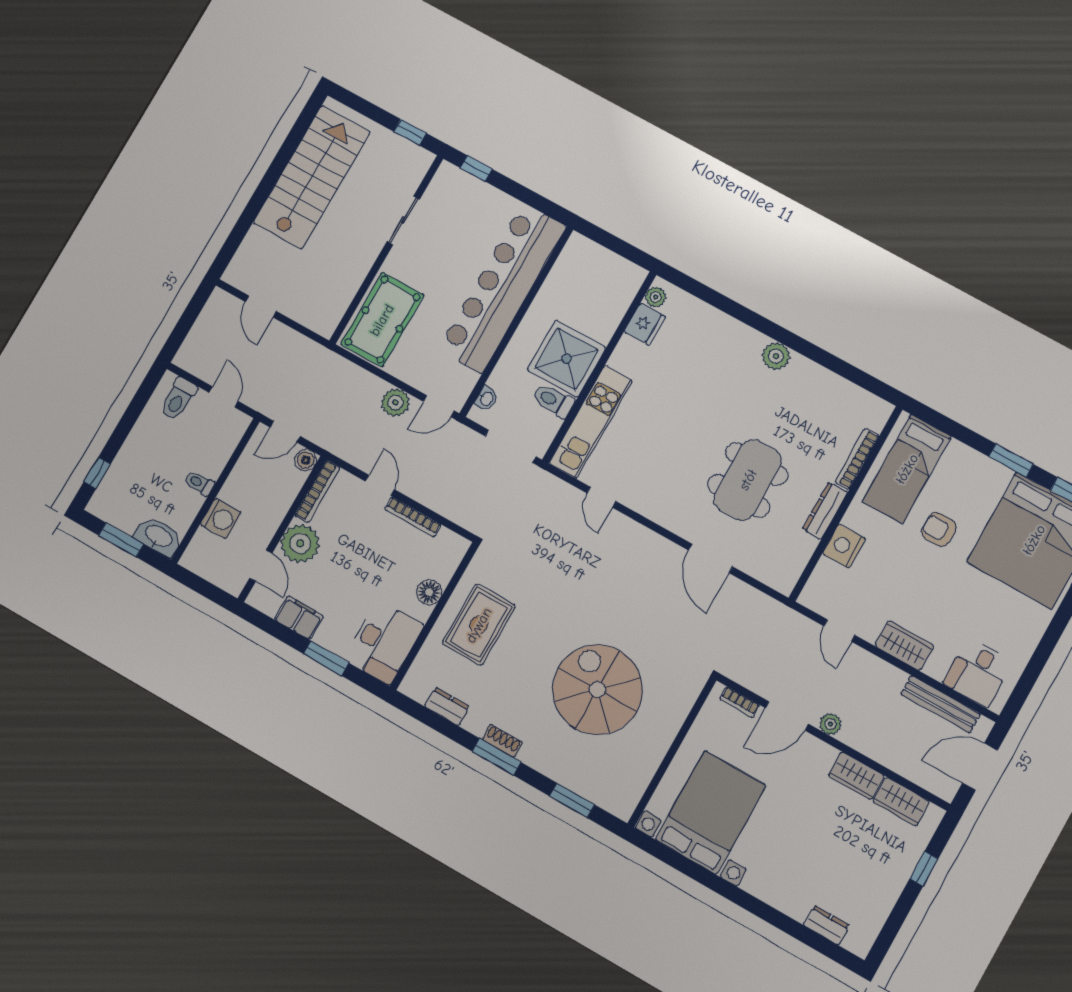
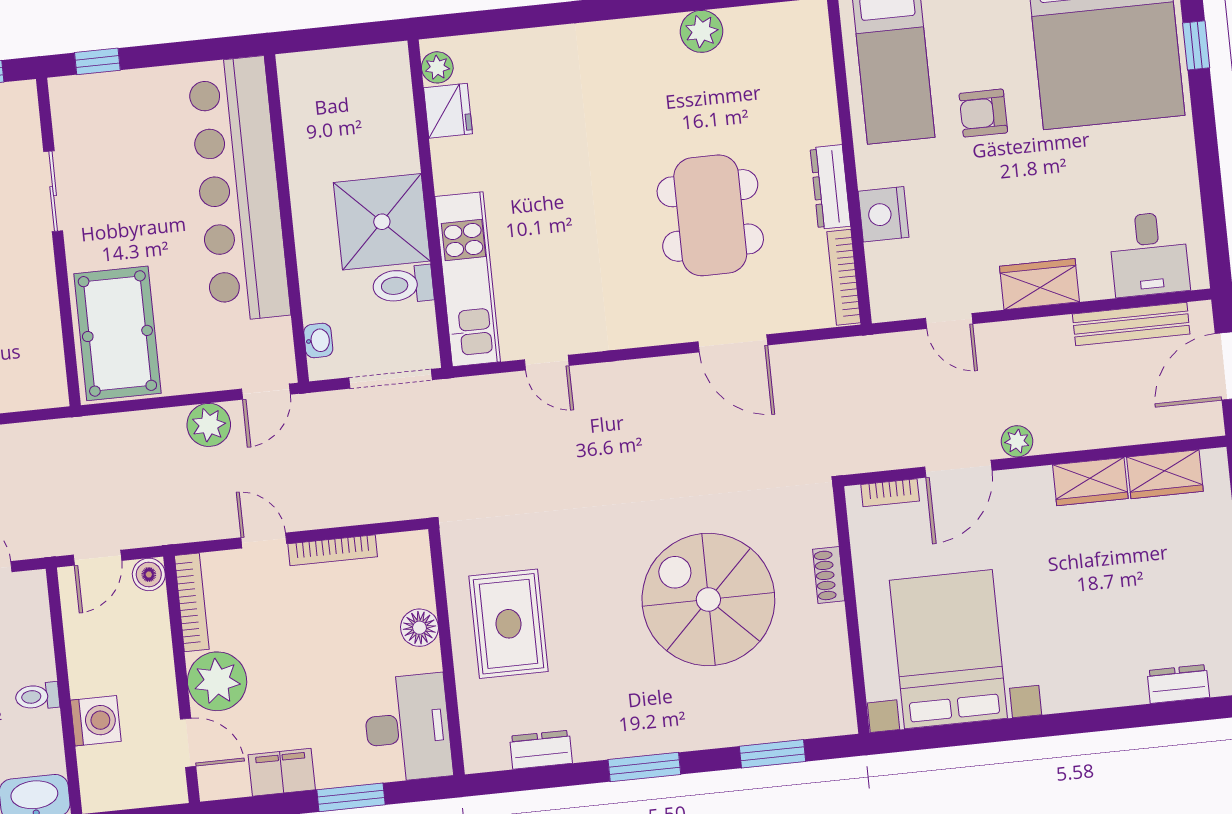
plant: (776, 356) -> (701, 31), moved
bookcase: (857, 459) -> (844, 277), moved
shoe rack: (502, 741) -> (829, 575), moved, turned -90

